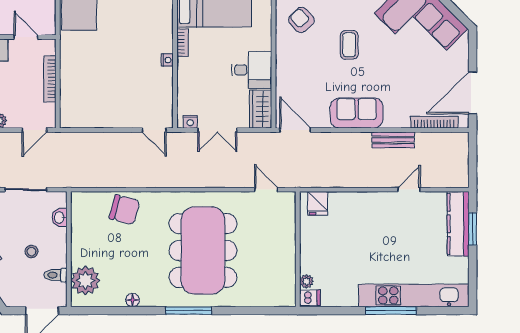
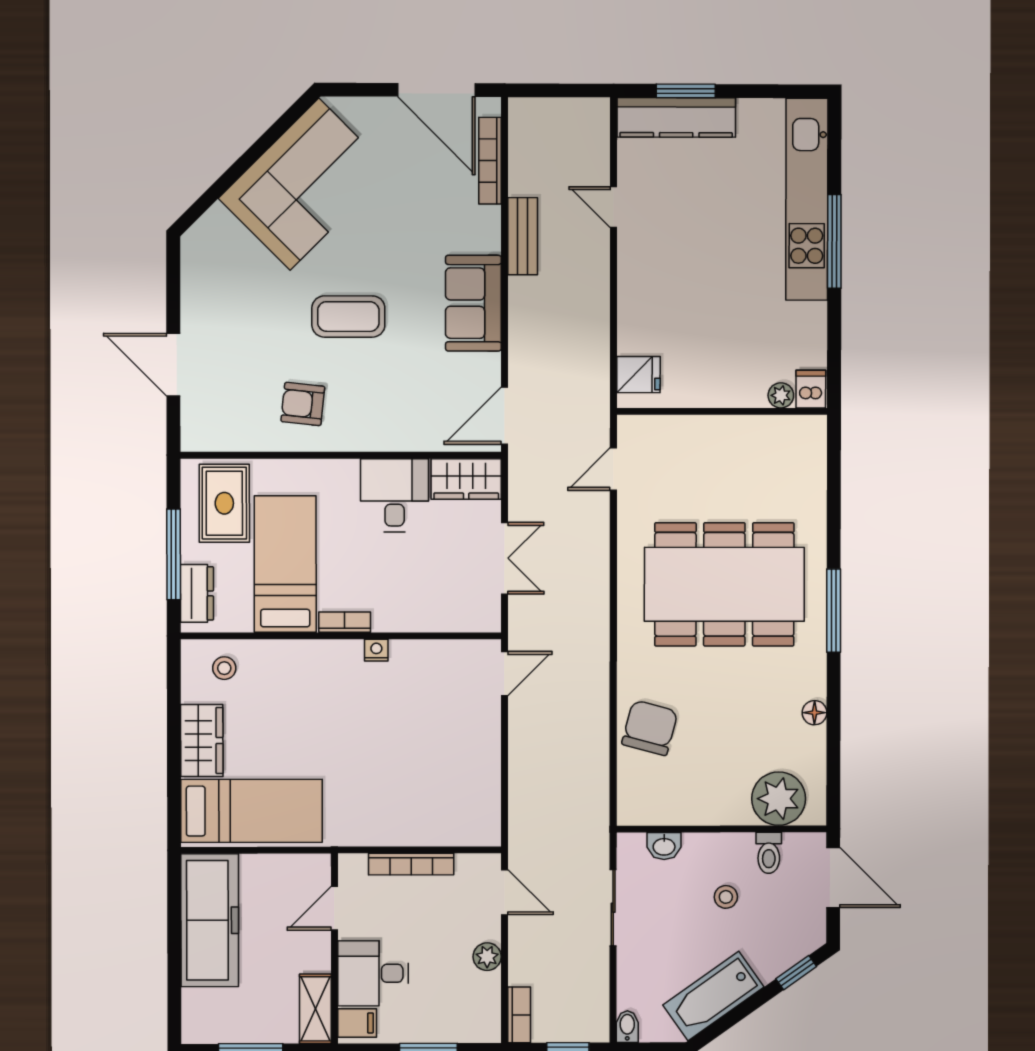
armchair: (301, 20) -> (303, 404), turned 48
coffee table: (349, 45) -> (348, 317), width x1.36, depth x1.30
nightstand: (190, 122) -> (489, 608), removed

